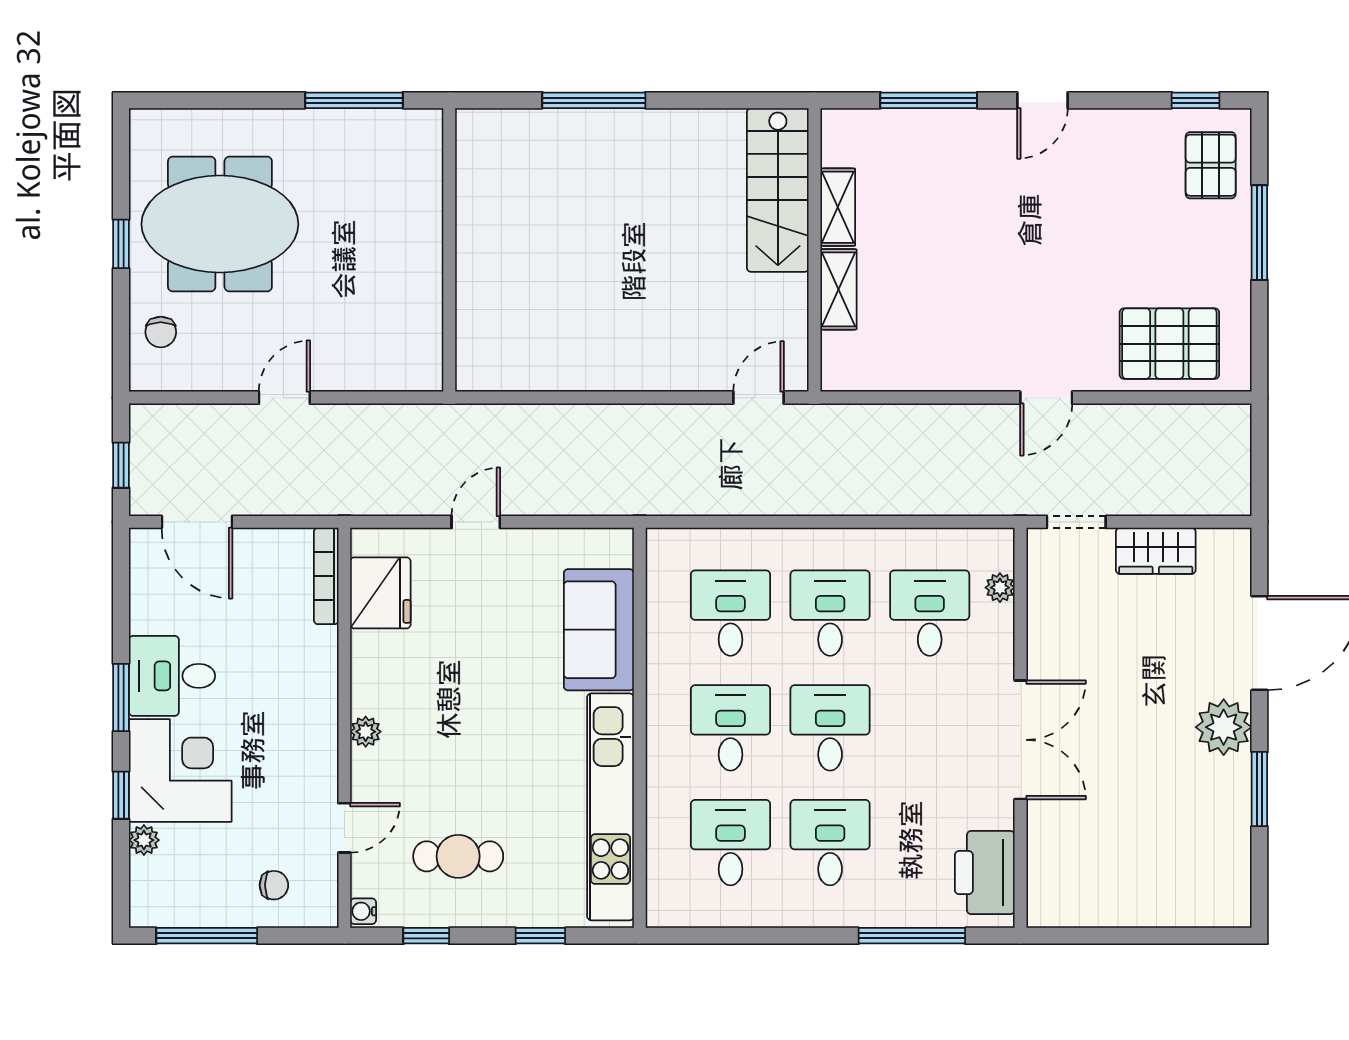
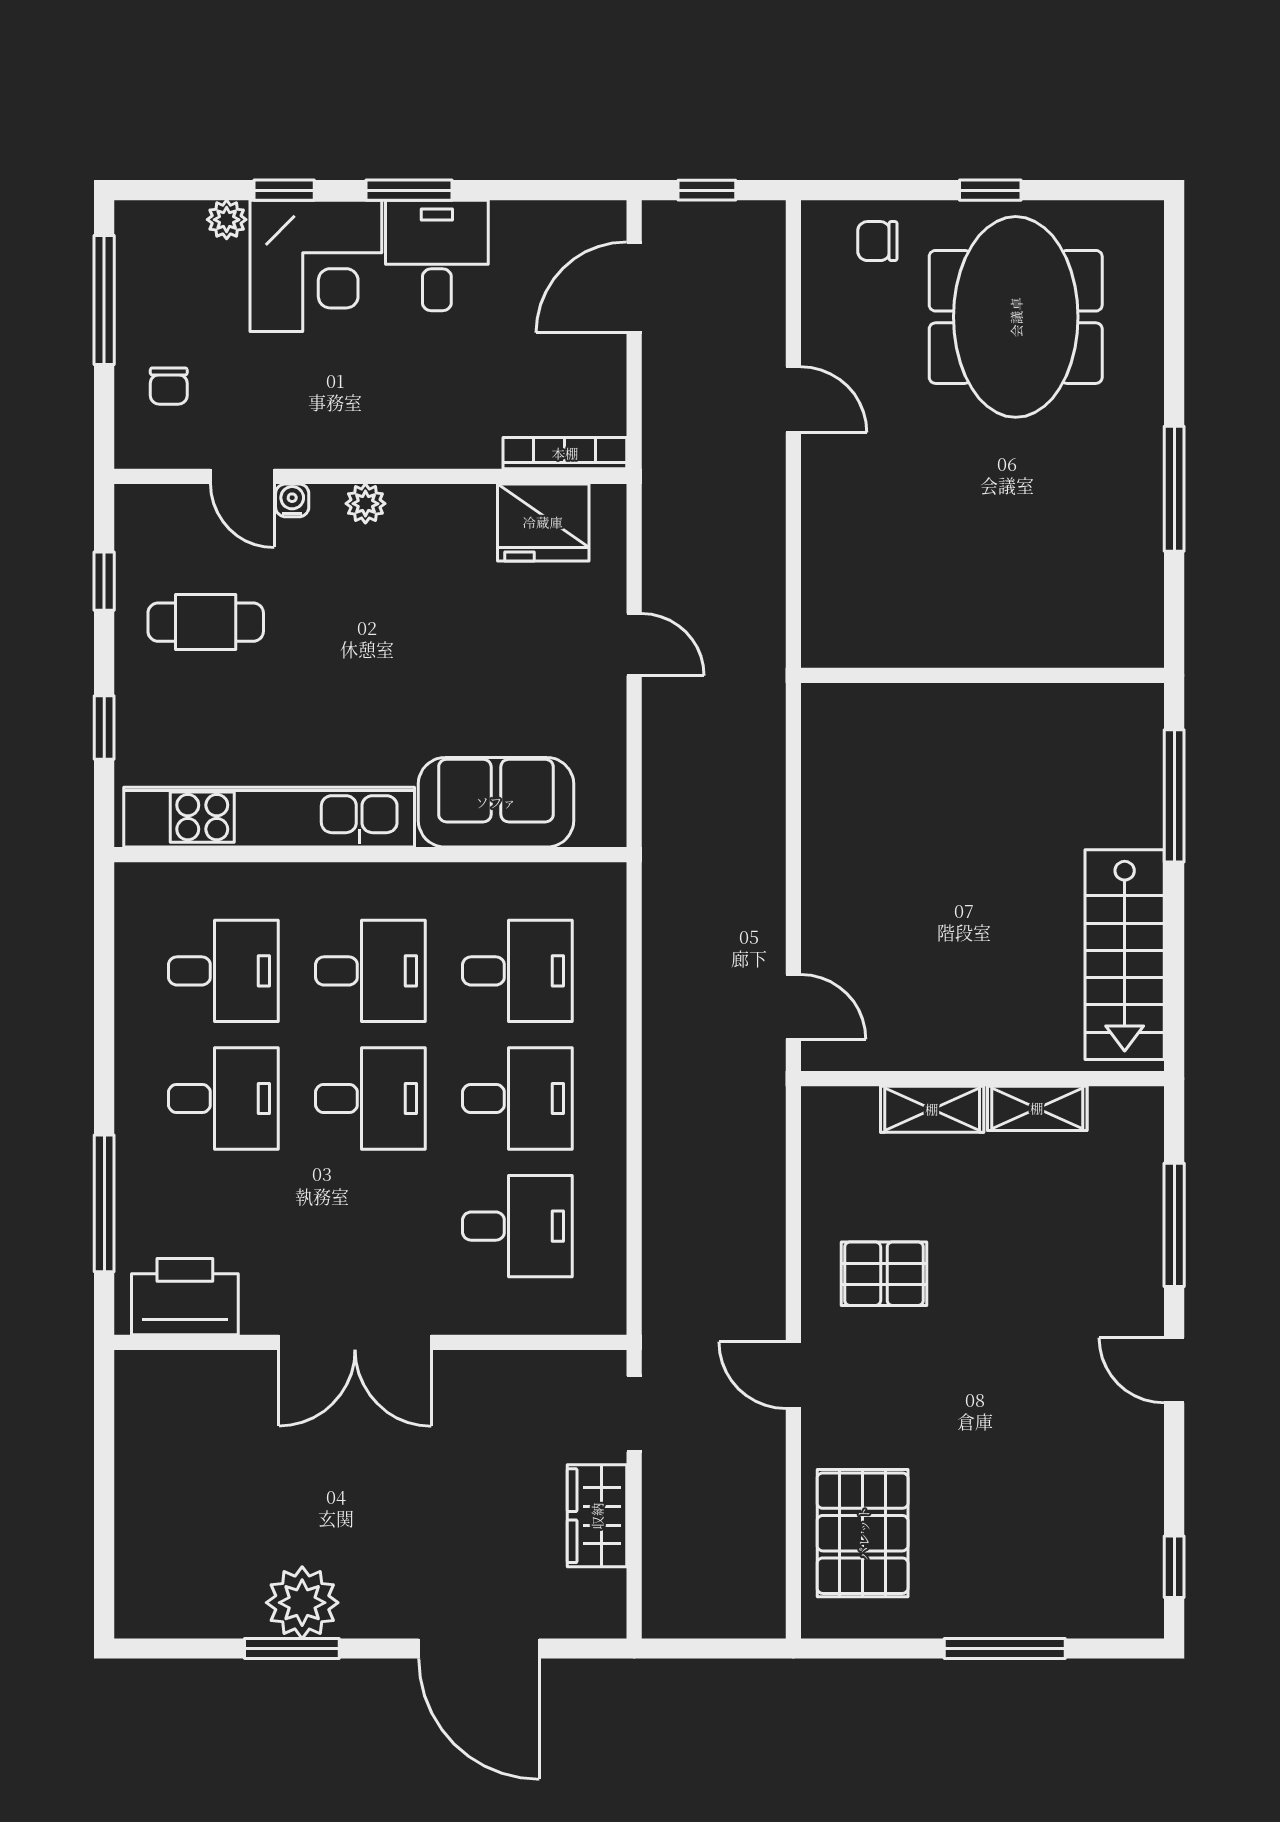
pallet: (1211, 165) -> (884, 1274), moved
stairs: (778, 190) -> (1125, 955), moved, turned -90
wall: (449, 250) -> (983, 675), moved
plant: (1000, 588) -> (550, 1316), removed
plant: (1224, 727) -> (302, 1603), moved
cafe table: (458, 856) -> (206, 622), turned 90
water cooler: (363, 911) -> (292, 500), moved

